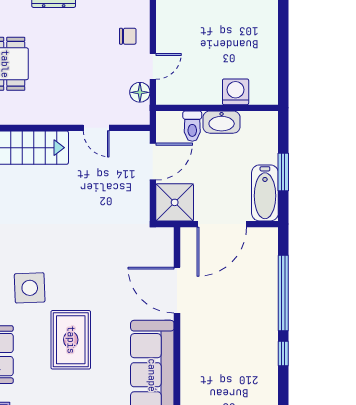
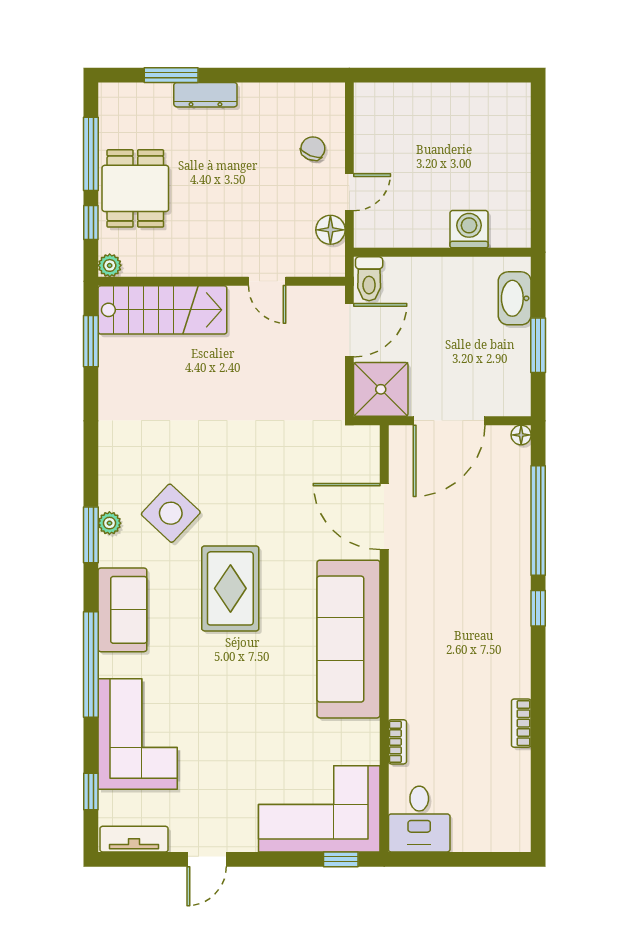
chair: (128, 36) -> (313, 149), turned -68
washbasin: (222, 122) -> (515, 298), moved, turned 90
toilet: (192, 126) -> (369, 279), moved
bathtub: (265, 193) -> (512, 376), removed
floor lamp: (271, 234) -> (521, 435), added
side table: (30, 288) -> (171, 513), turned 45

